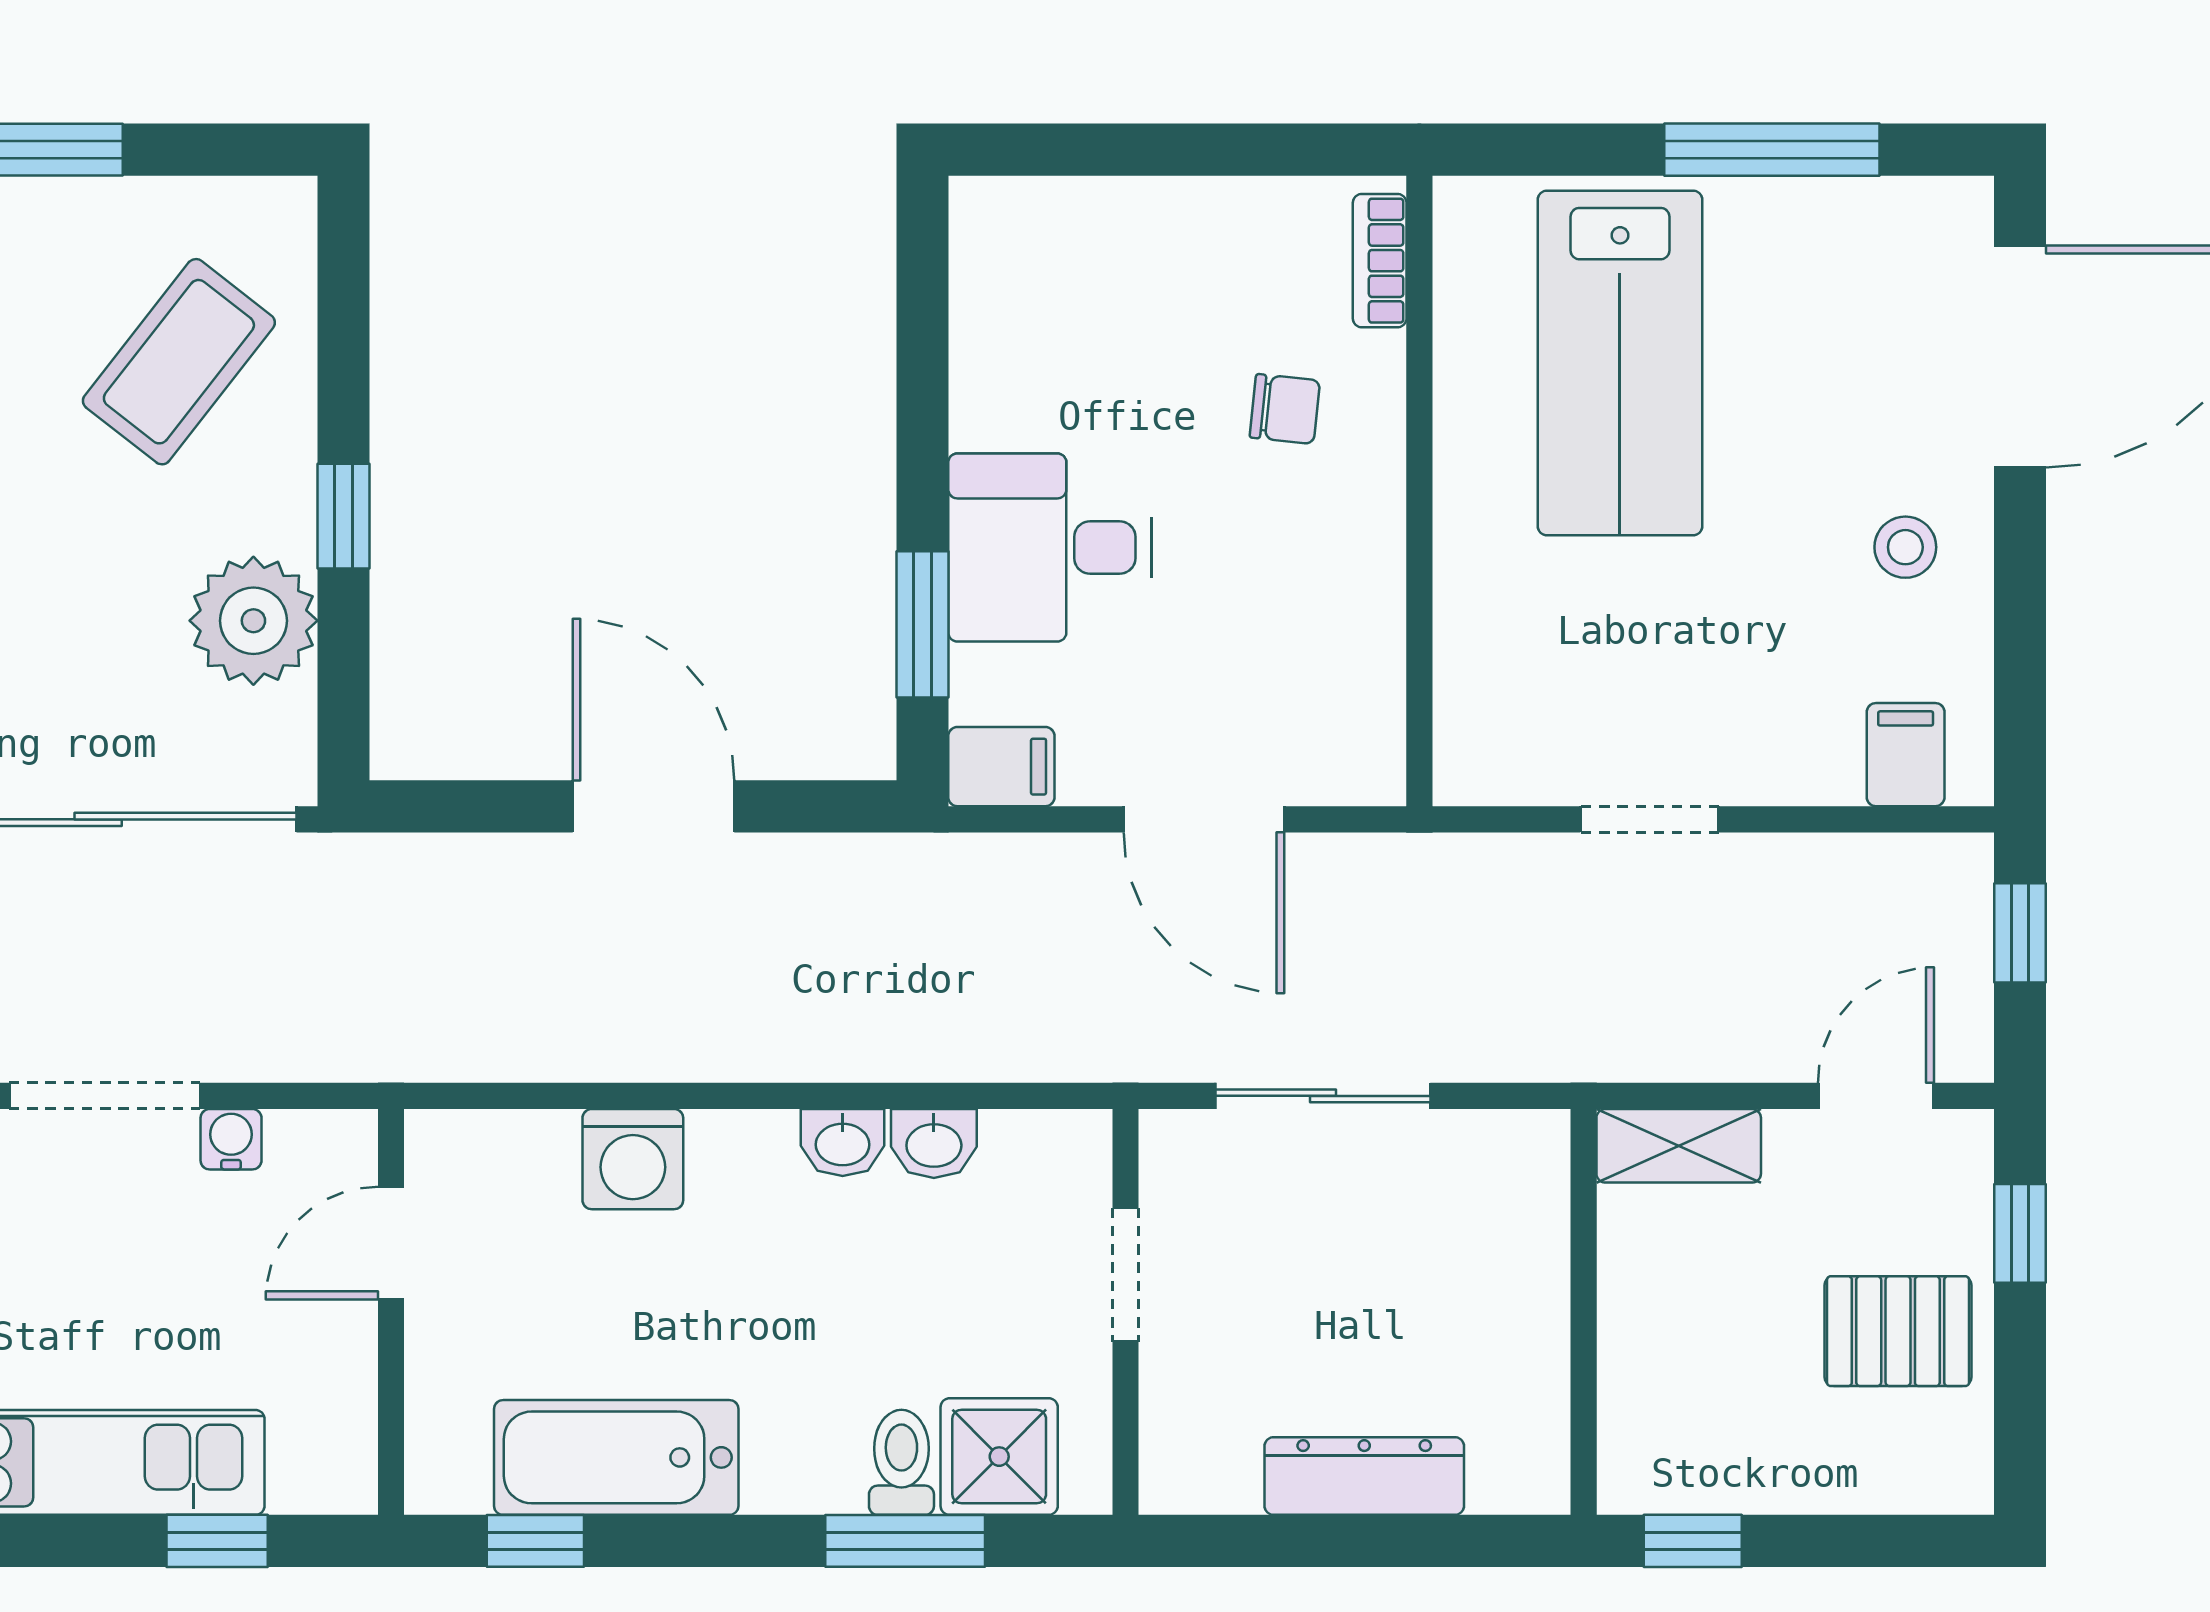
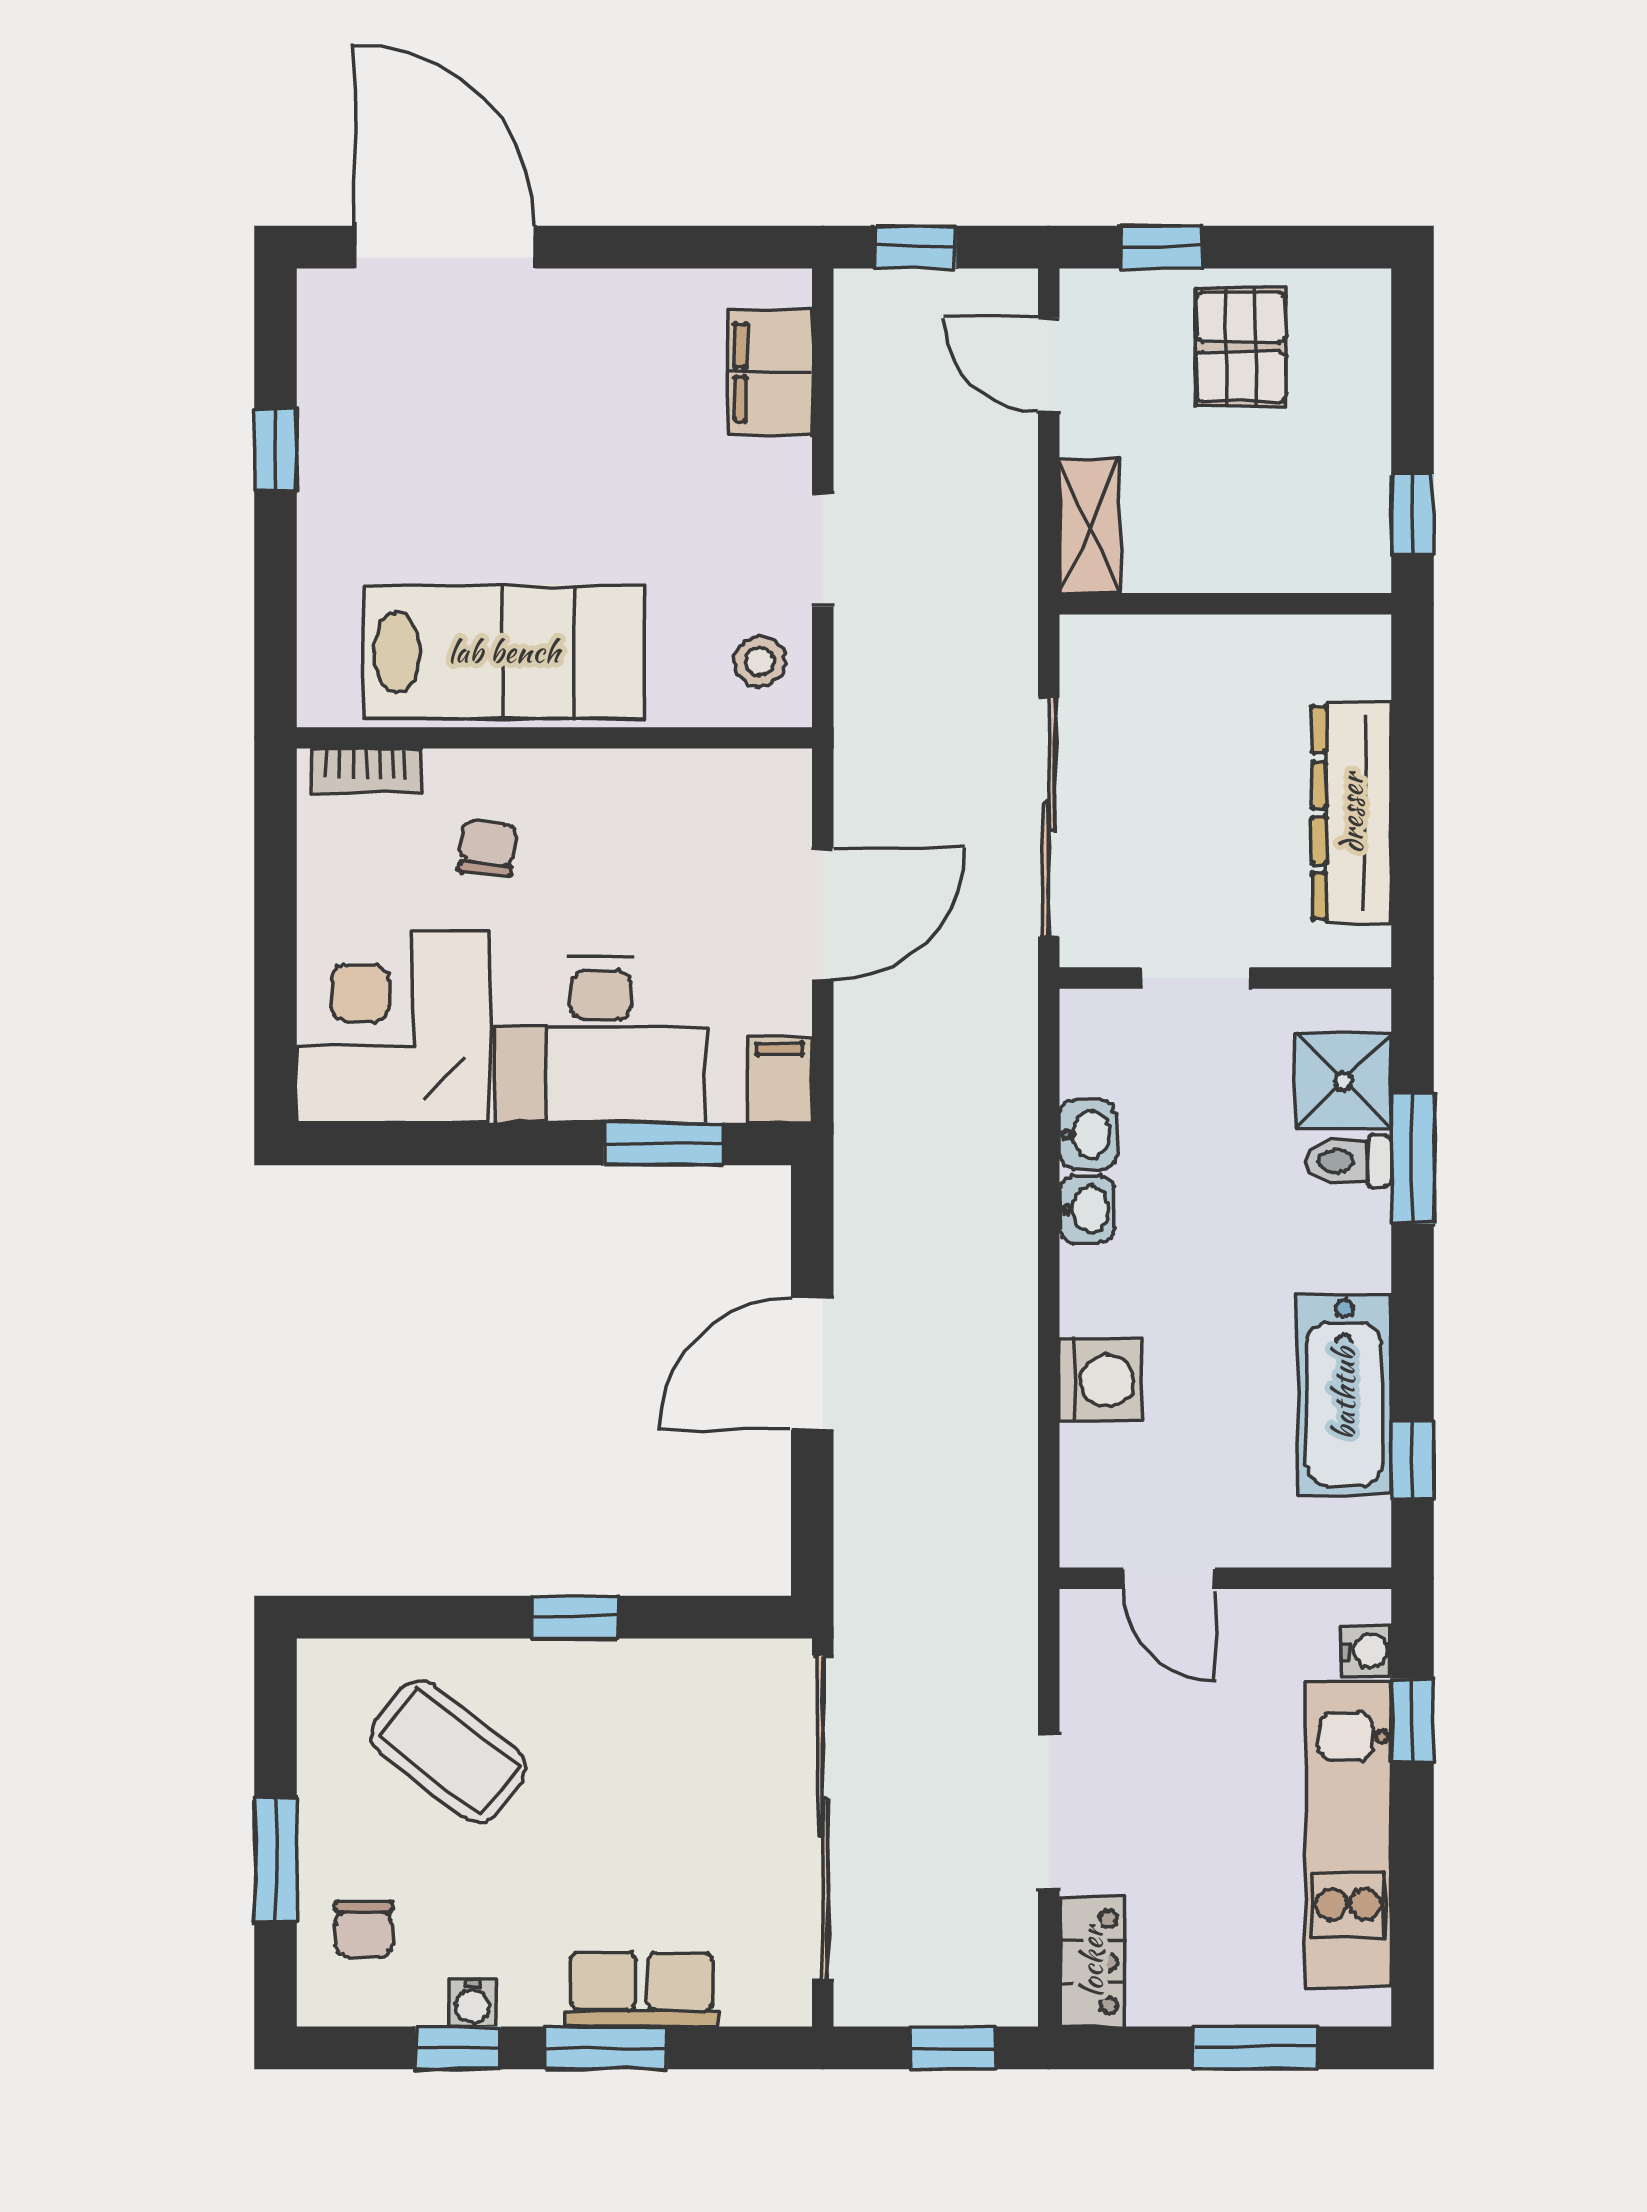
window: (1772, 150) -> (275, 450), width x0.46
corner desk: (1066, 293) -> (393, 1026), added
lab bench: (1620, 363) -> (504, 652), moved
stool: (1905, 547) -> (760, 661), moved
desk: (1050, 548) -> (601, 1040), width x1.37
plant: (253, 621) -> (661, 1691), removed
filing cabinet: (1906, 755) -> (770, 372), width x2.00
sliding door: (1323, 1096) -> (1049, 817), width x1.37
water cooler: (231, 1139) -> (1366, 1651), moved, turned 180
dresser: (1364, 1476) -> (1352, 813), width x1.37, depth x1.24

